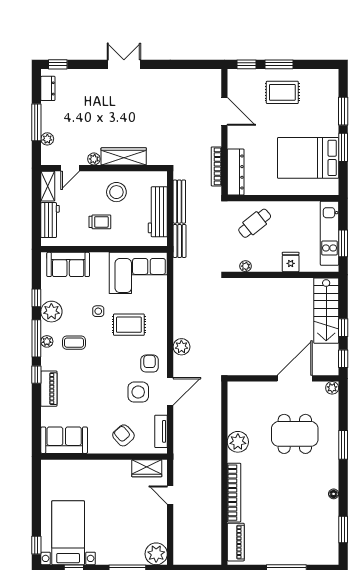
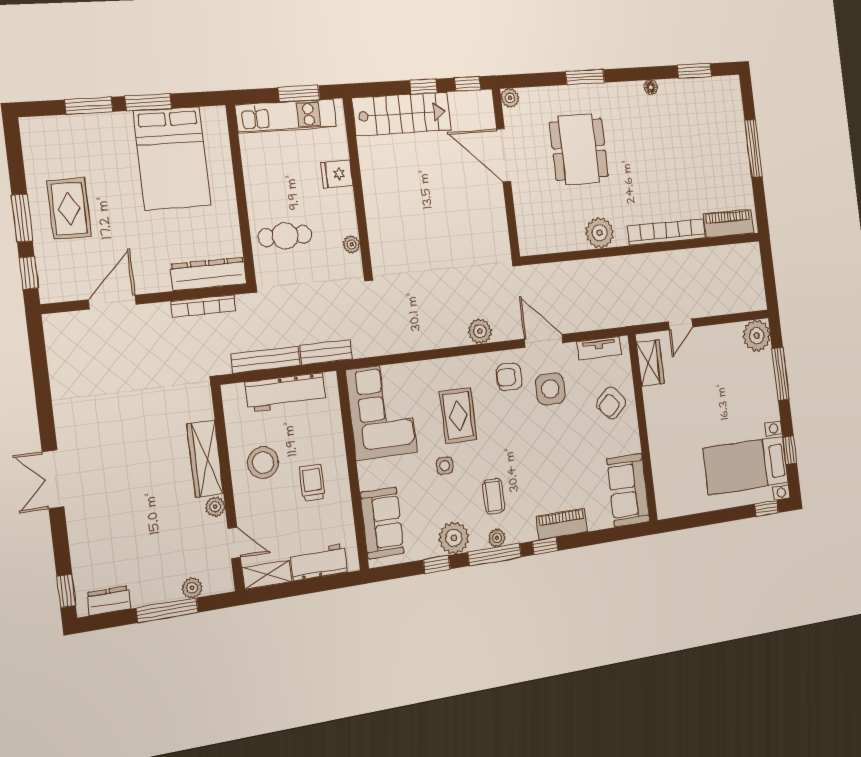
cafe table: (255, 223) -> (285, 236), turned -51

